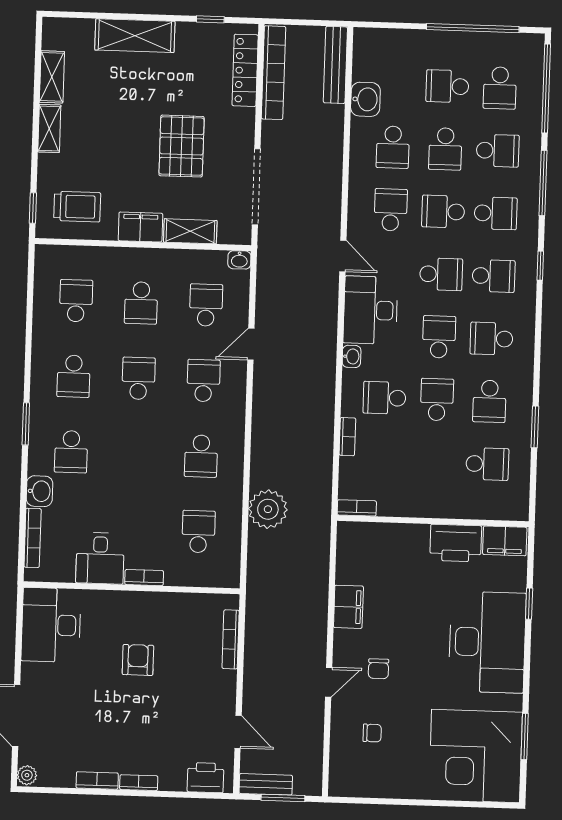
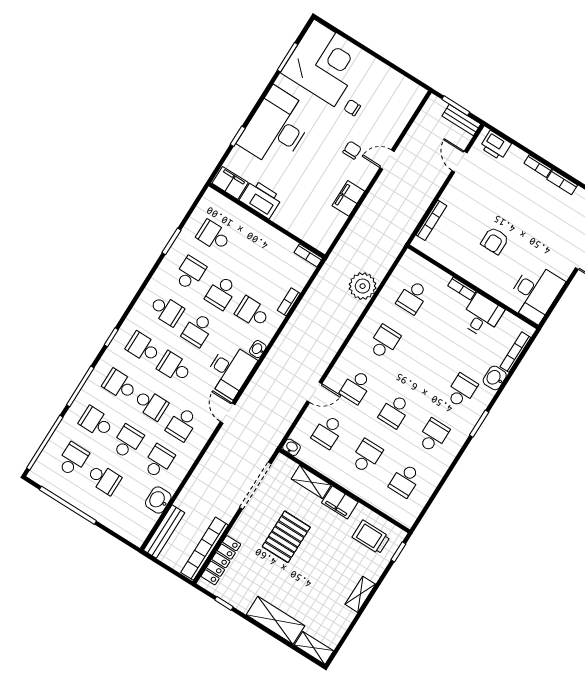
shelving: (52, 77) -> (314, 648), moved, turned 90
school desk: (384, 398) -> (252, 312), turned 180
chair: (372, 733) -> (352, 108), moved

